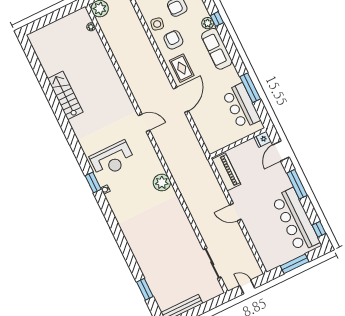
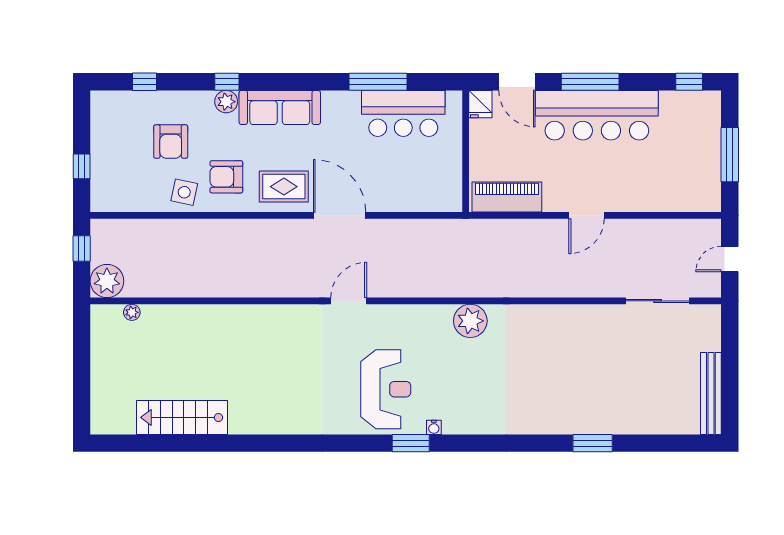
stairs: (65, 95) -> (182, 417), moved
bar counter: (296, 220) -> (597, 115), moved
window: (145, 289) -> (593, 443), moved

